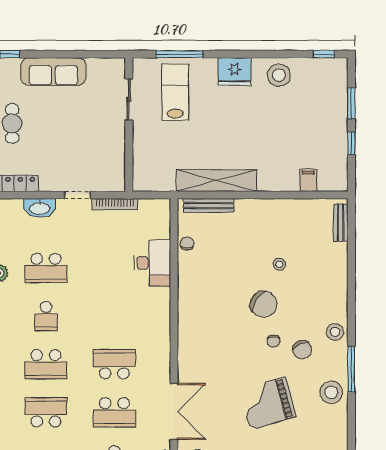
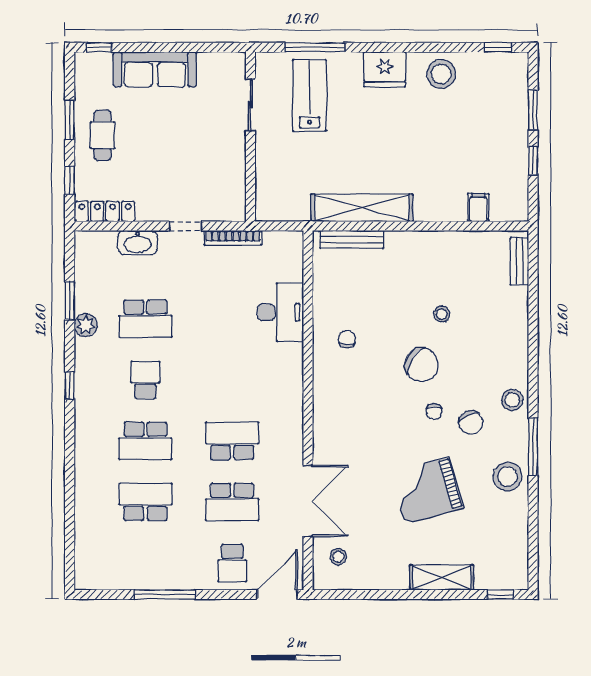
chair: (187, 244) -> (347, 339), moved
school desk: (46, 316) -> (145, 380), turned 180

